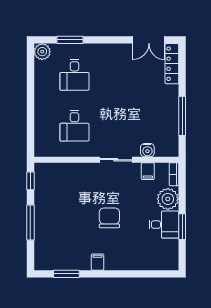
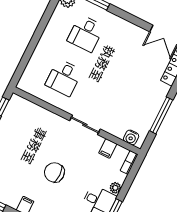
water cooler: (147, 150) -> (131, 137), moved
plant: (168, 199) -> (115, 188), width x0.53, depth x0.53
chair: (109, 218) -> (54, 172), turned -90

